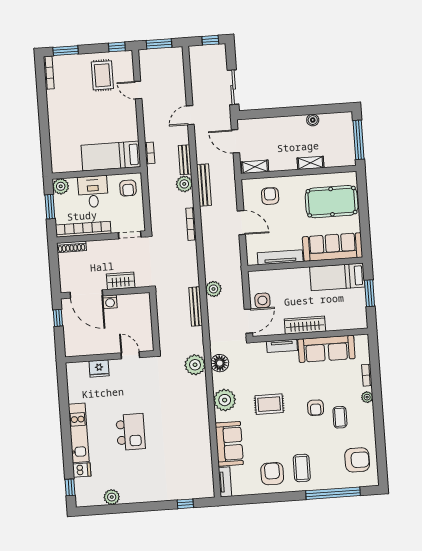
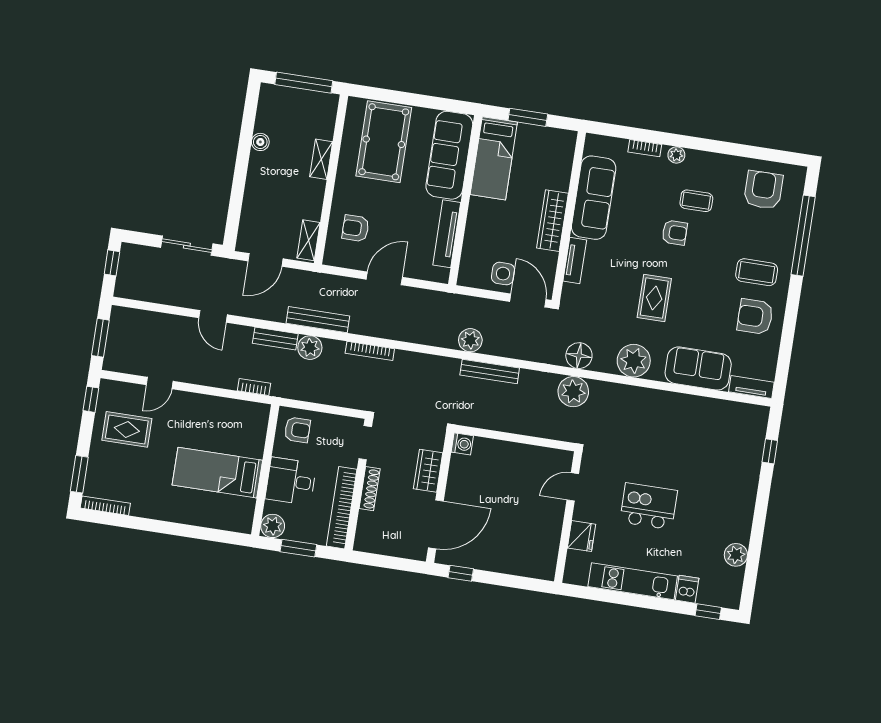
bed: (111, 156) -> (217, 473), moved, turned 90
shoe rack: (72, 247) -> (370, 489), moved
washing machine: (110, 302) -> (462, 444), moved
door: (130, 355) -> (573, 487), moved
wall: (110, 357) -> (568, 517), moved
fridge: (99, 368) -> (582, 536), moved

